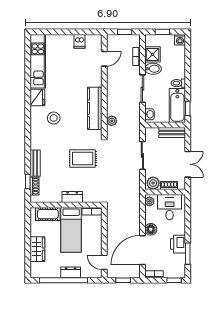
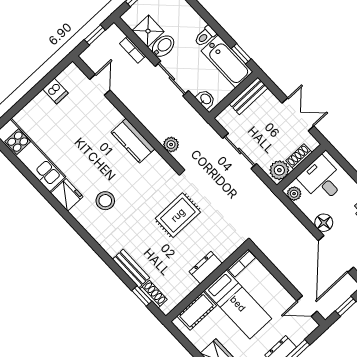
kitchen counter: (95, 108) -> (133, 141), width x0.67

